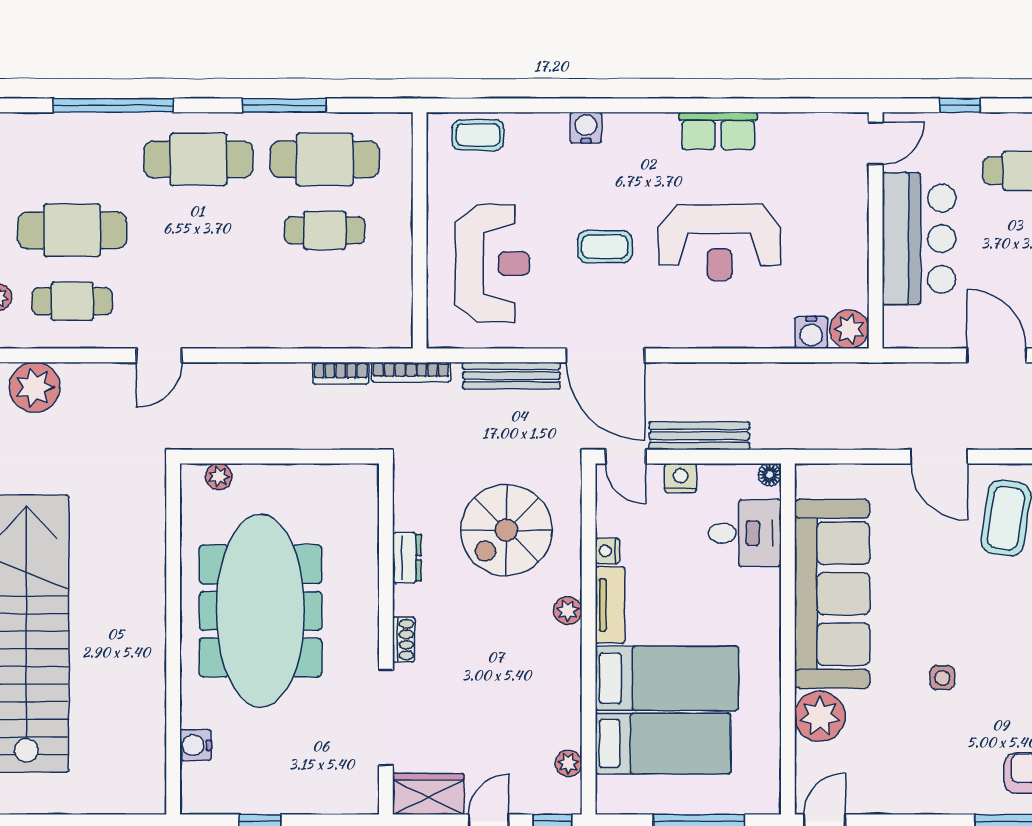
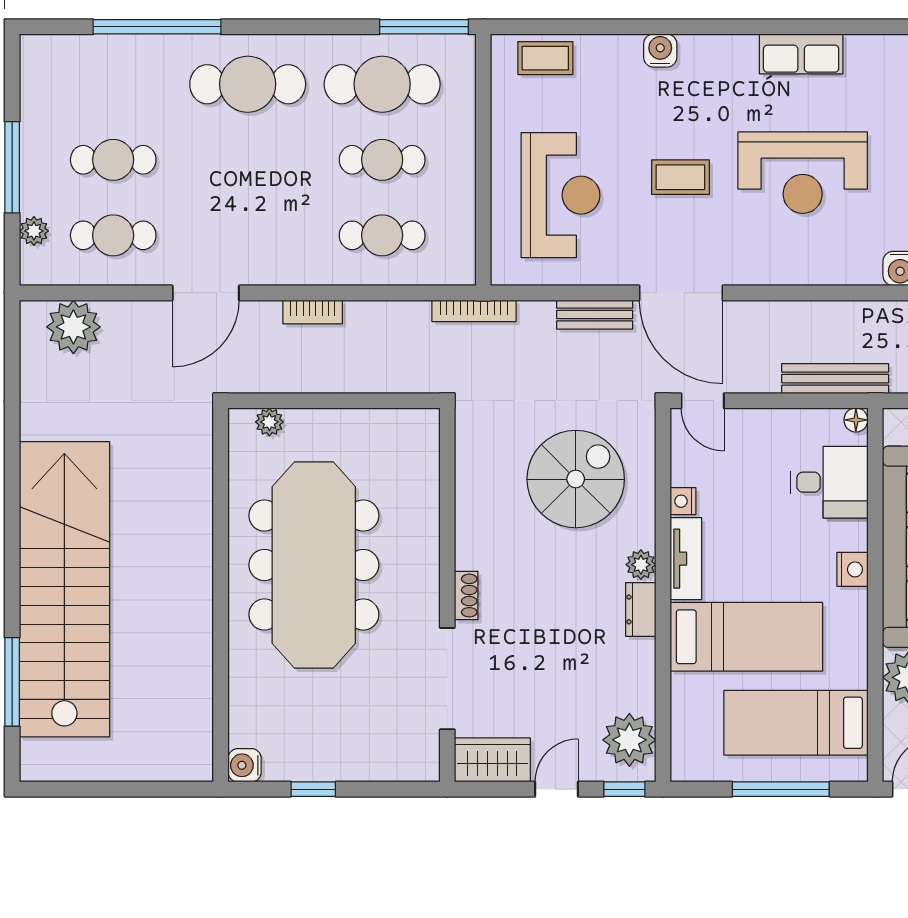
window: (284, 105) -> (424, 27), moved
cafe table: (72, 230) -> (113, 160), width x0.73, depth x0.74
cafe table: (325, 301) -> (382, 235), added
door: (159, 355) -> (206, 293), width x1.38
bookcase: (341, 373) -> (313, 312), moved
bench: (511, 376) -> (595, 315), width x0.73
bench: (699, 436) -> (835, 379), moved
nightstand: (681, 478) -> (852, 569), moved, turned 90
spiral stairs: (506, 530) -> (576, 479), turned 180
dresser: (407, 558) -> (641, 609), moved, turned 180
bed: (663, 744) -> (796, 723), moved, turned 180
water cooler: (196, 745) -> (245, 765), moved
plant: (568, 763) -> (629, 740), width x1.88, depth x1.88

